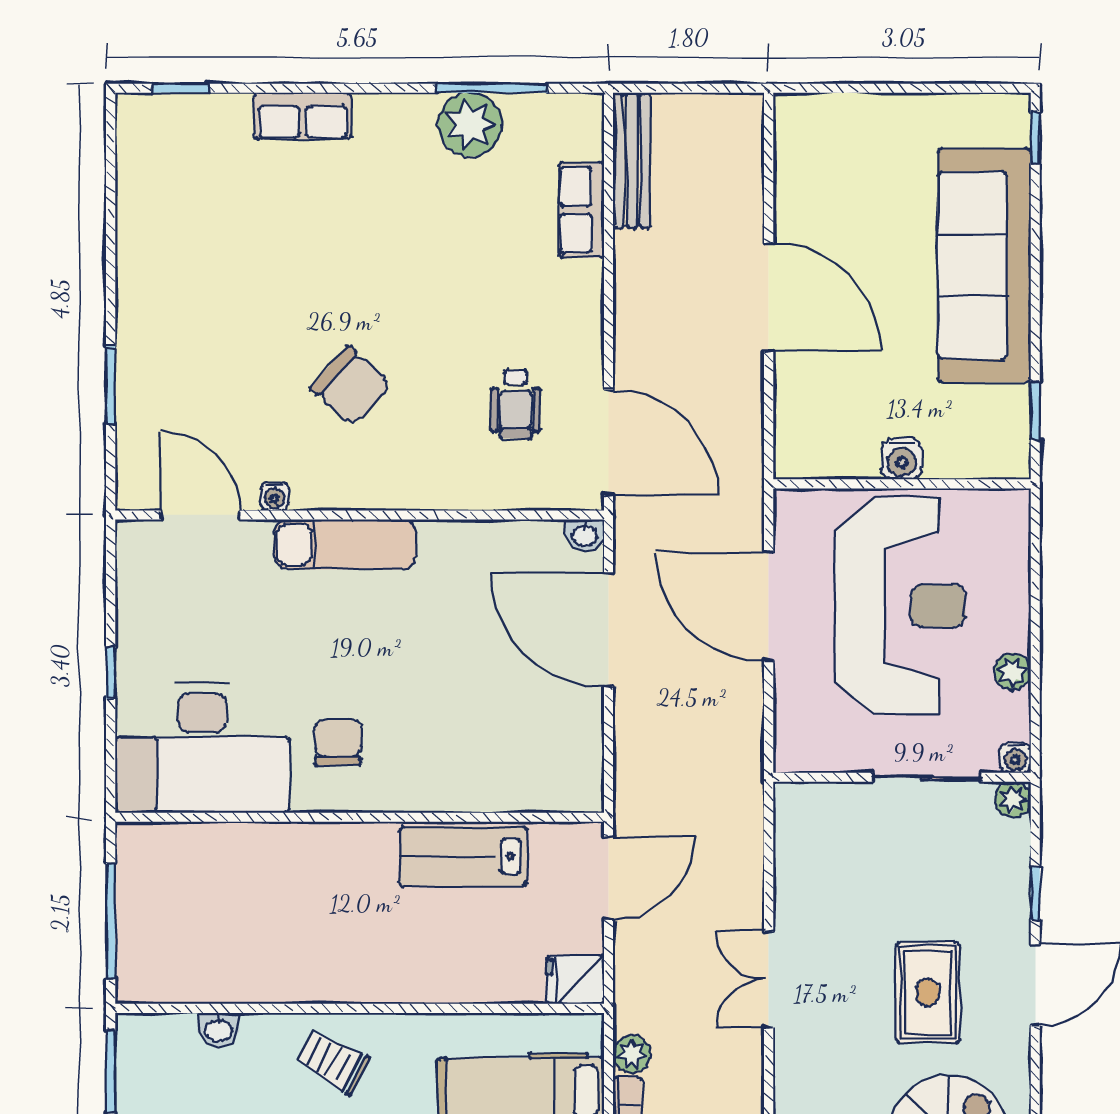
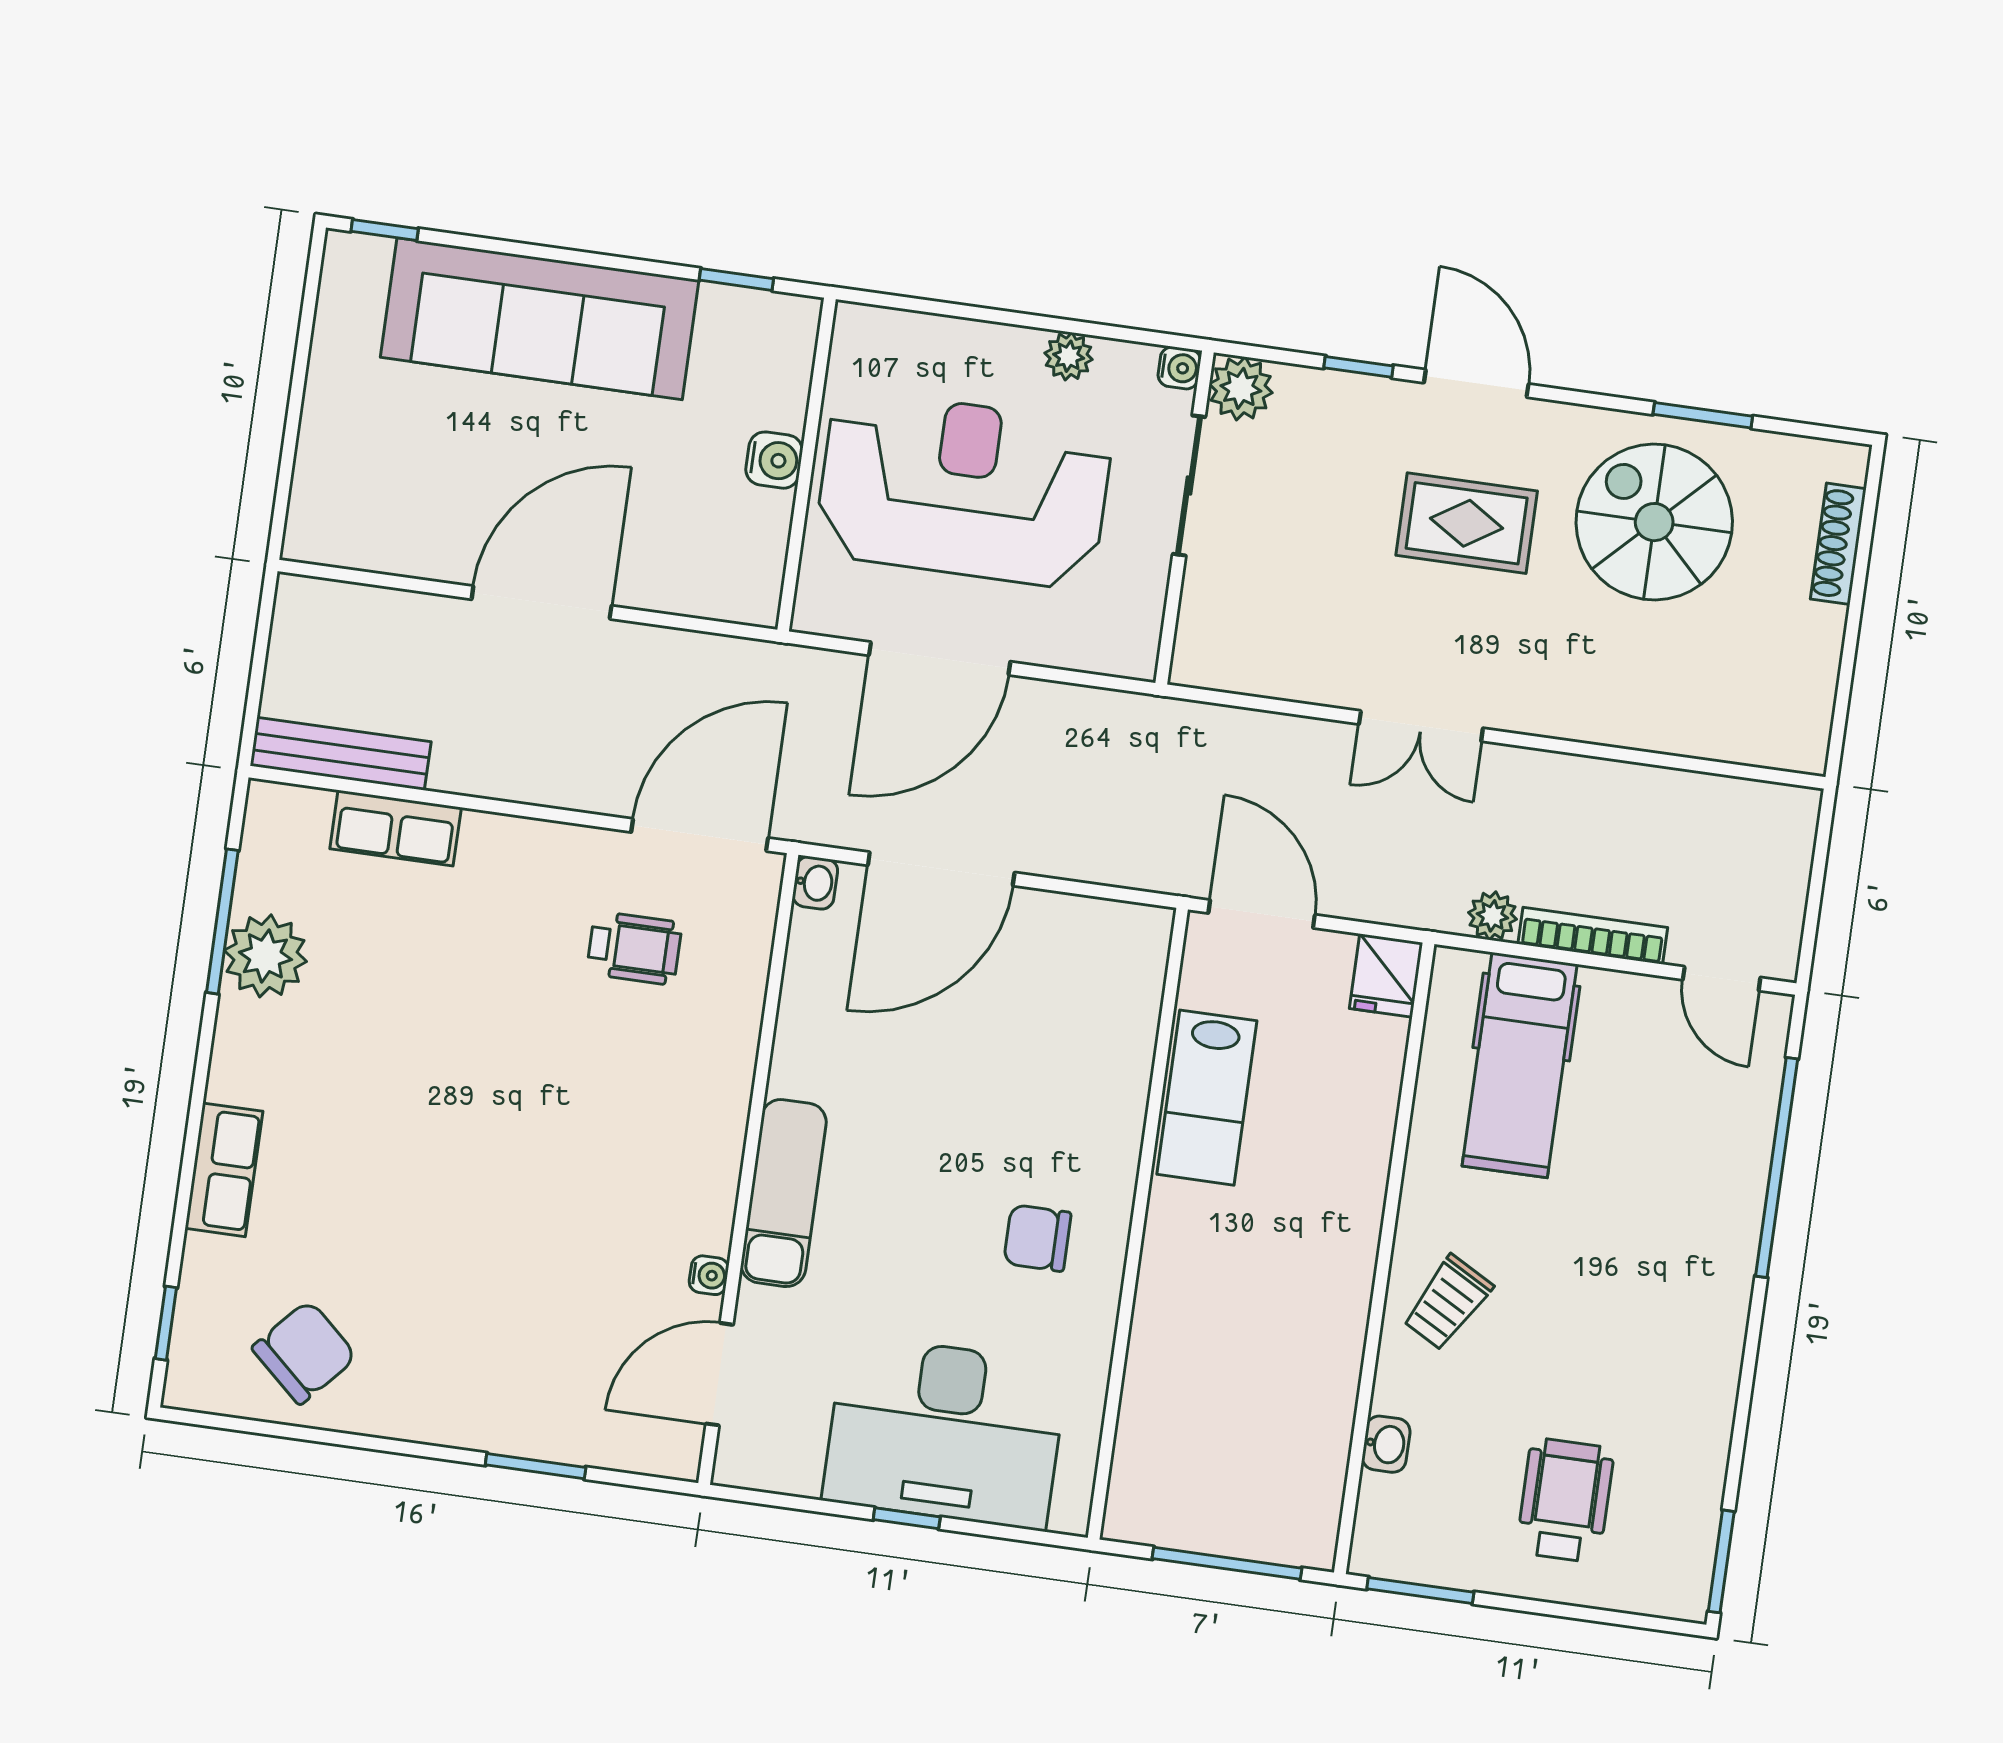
chair: (351, 386) -> (304, 1352), moved
desk: (202, 748) -> (945, 1432), moved, turned 90
plant: (1013, 800) -> (1241, 388), width x1.38, depth x1.38

